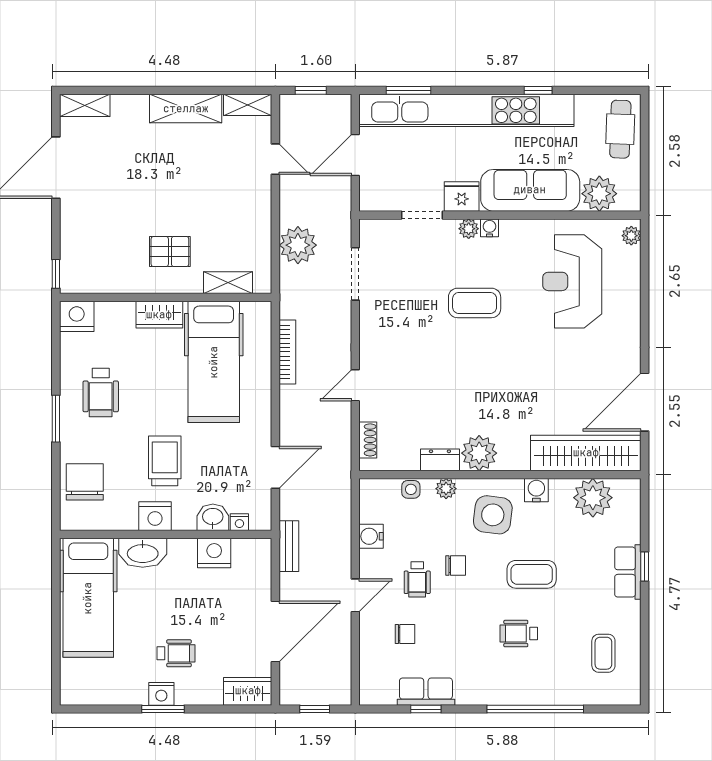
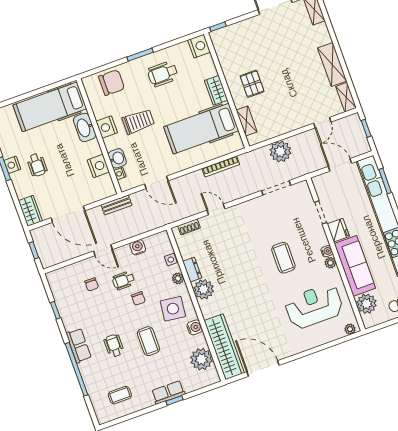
plant: (469, 229) -> (330, 263), moved
row of seats: (426, 692) -> (79, 346), moved

